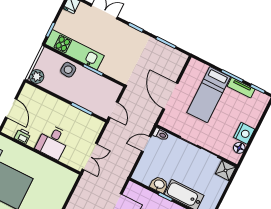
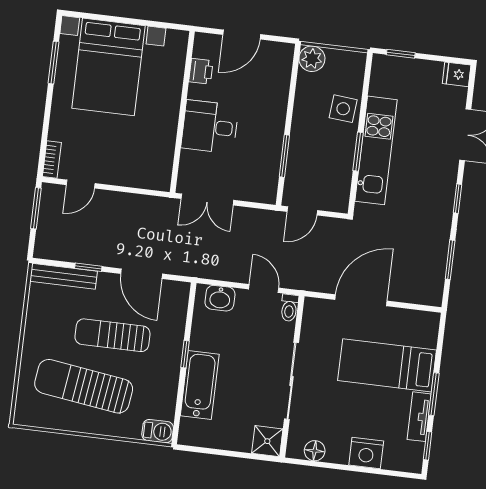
kitchen unit: (75, 50) -> (376, 150), moved
nightstand: (244, 133) -> (366, 453), moved
washbasin: (159, 184) -> (220, 298), moved, turned 90

